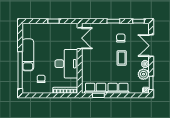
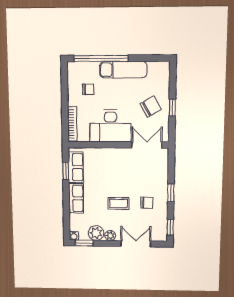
chair: (53, 36) -> (151, 107), added
double door: (80, 38) -> (147, 145), swing flipped

